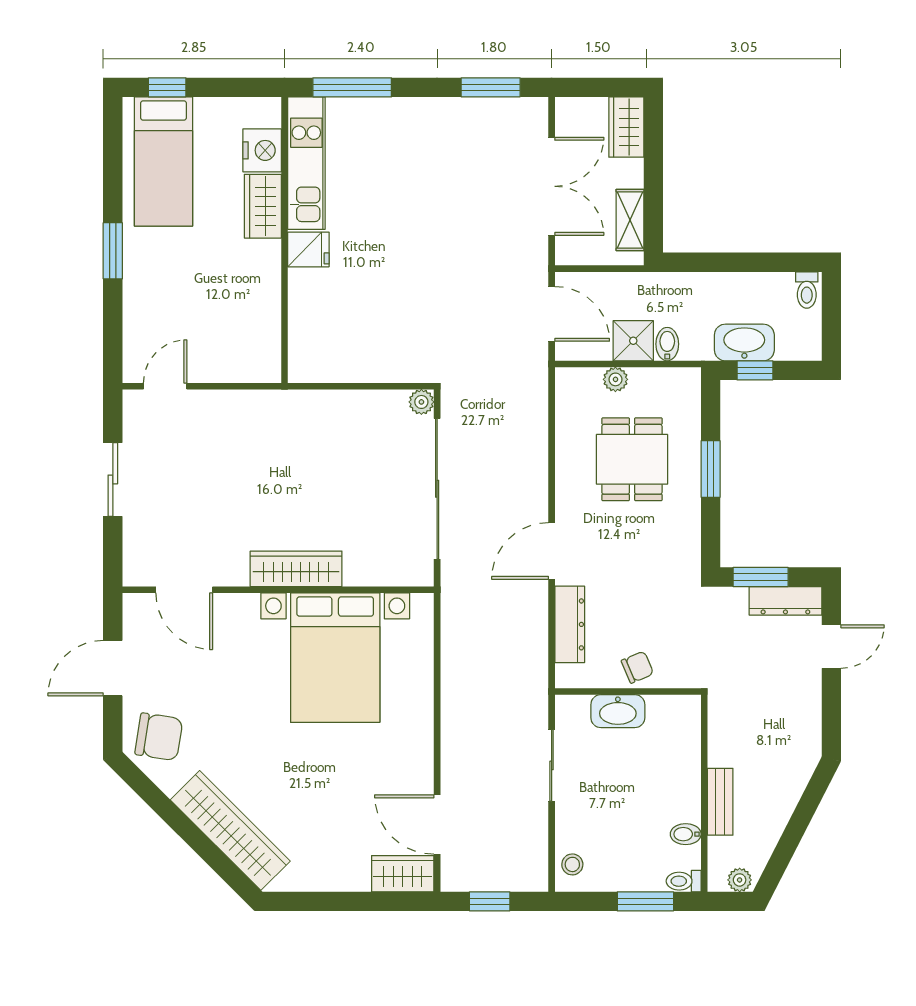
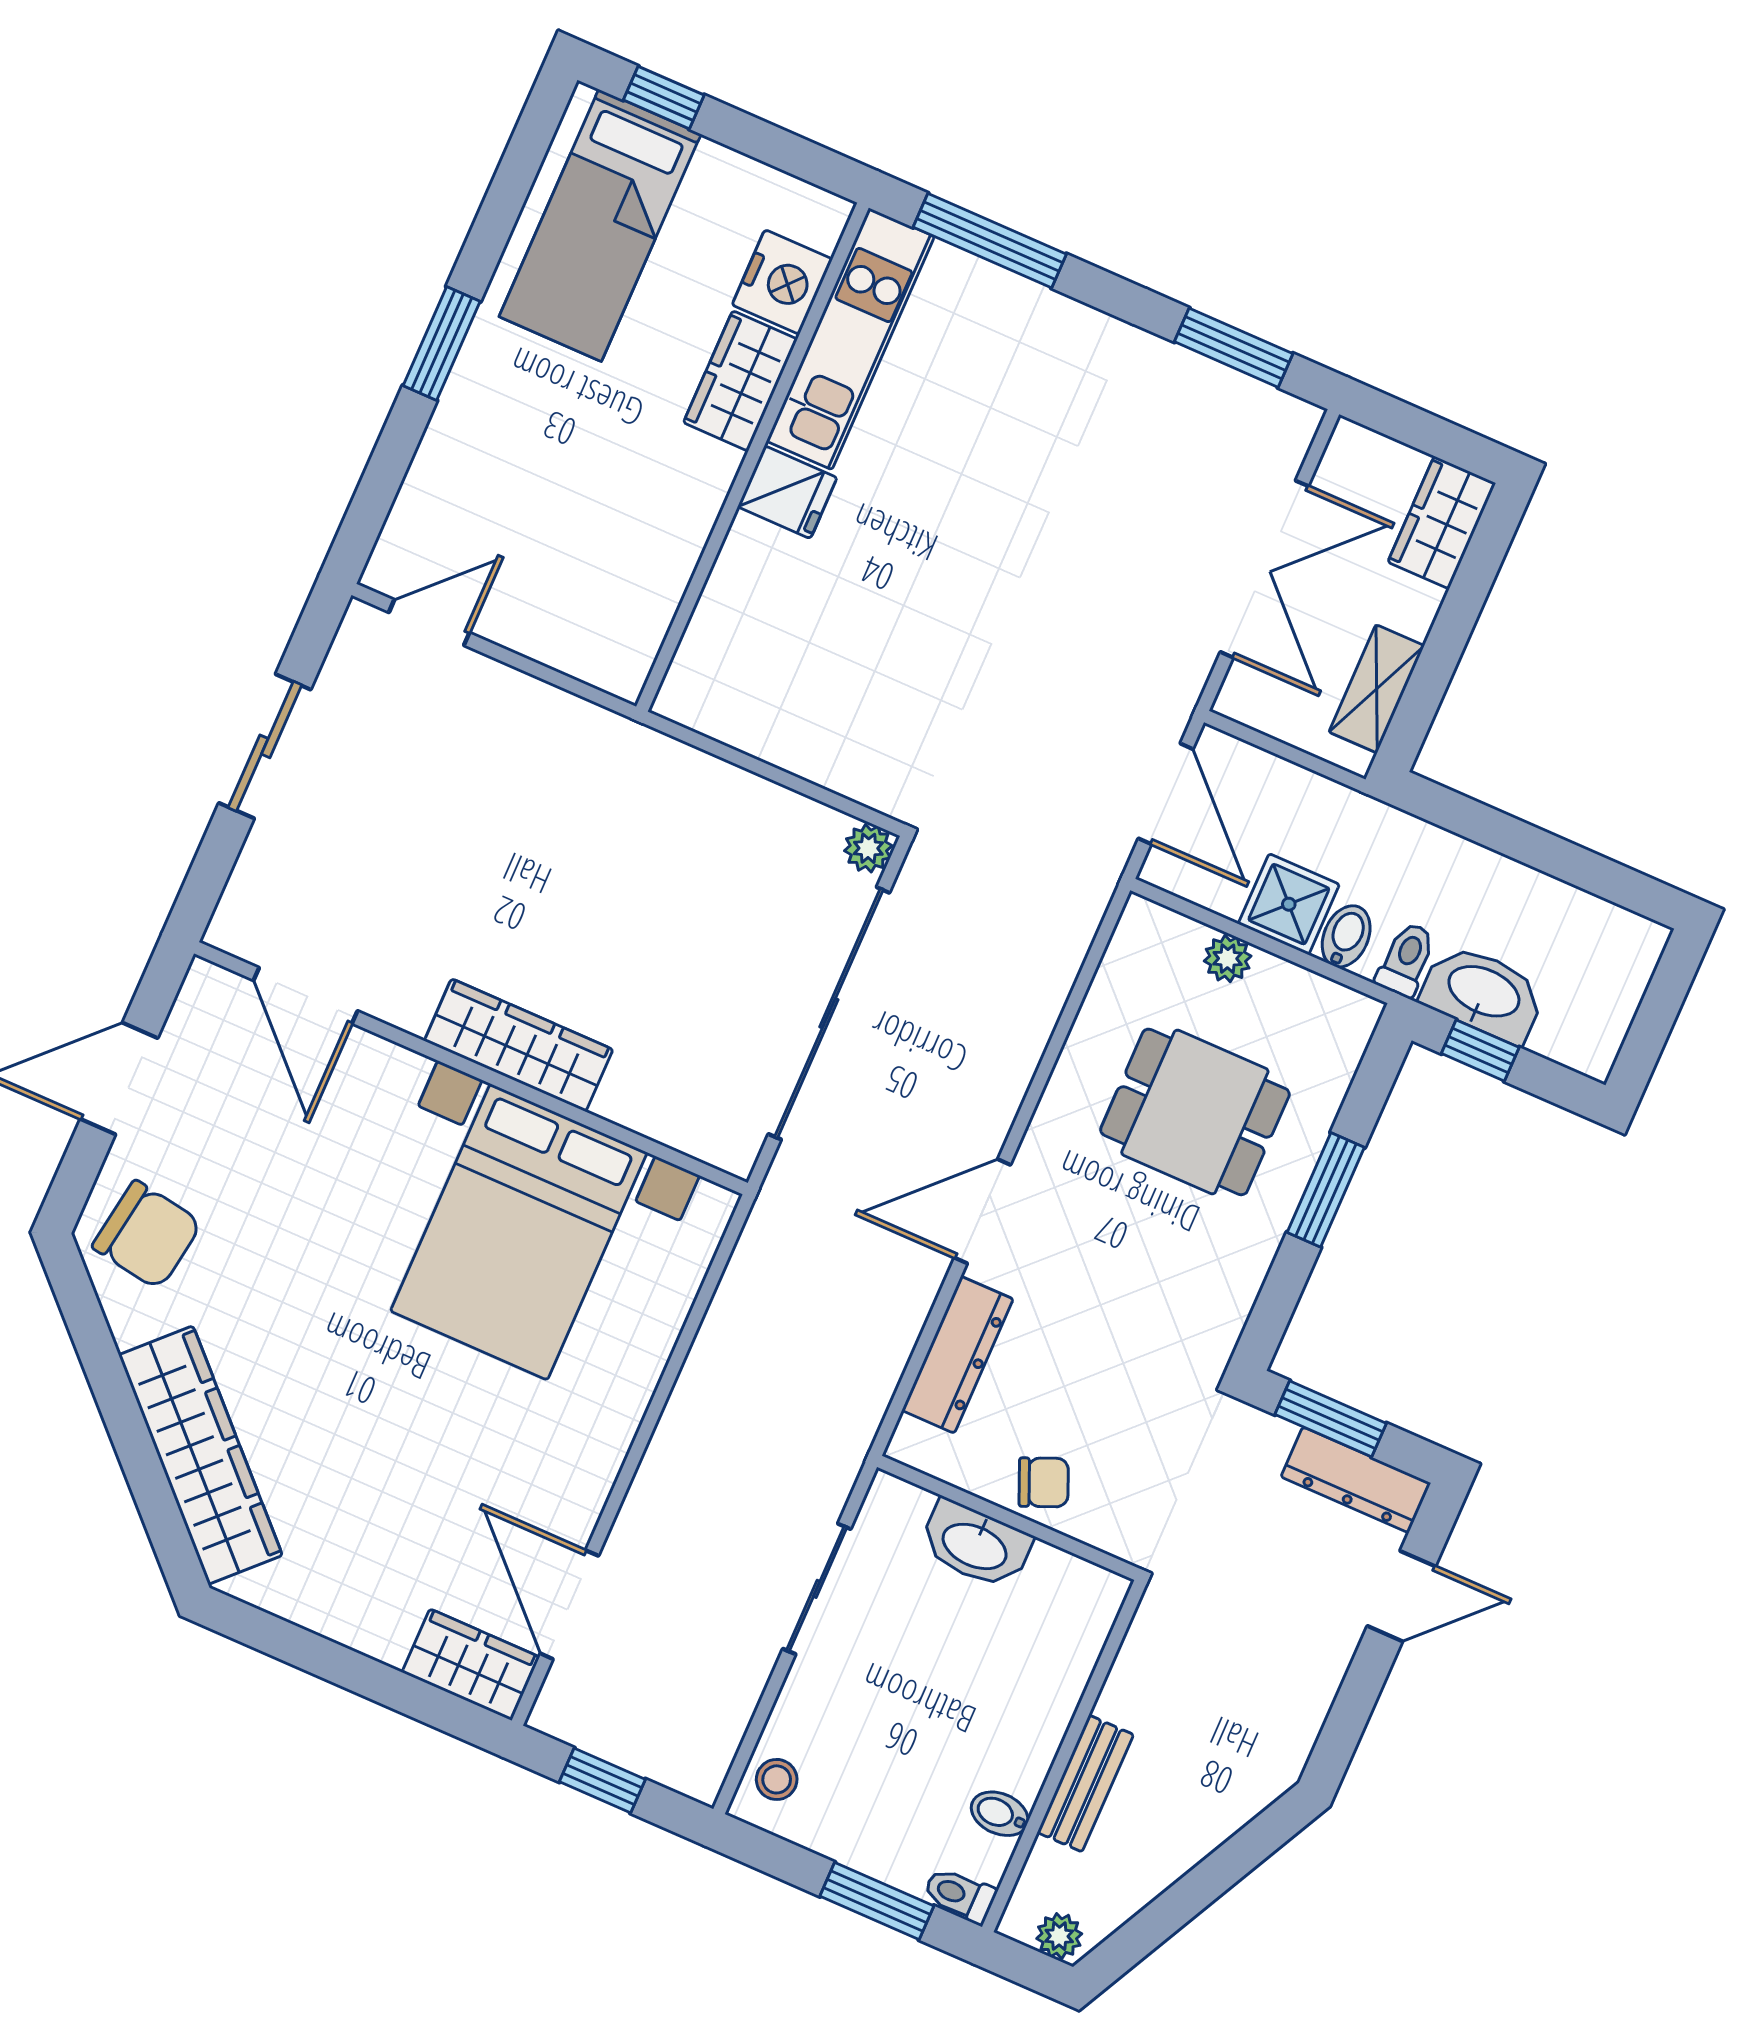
toilet: (807, 290) -> (1406, 960), moved, turned 180
dining table: (632, 459) -> (1195, 1112), turned 90

